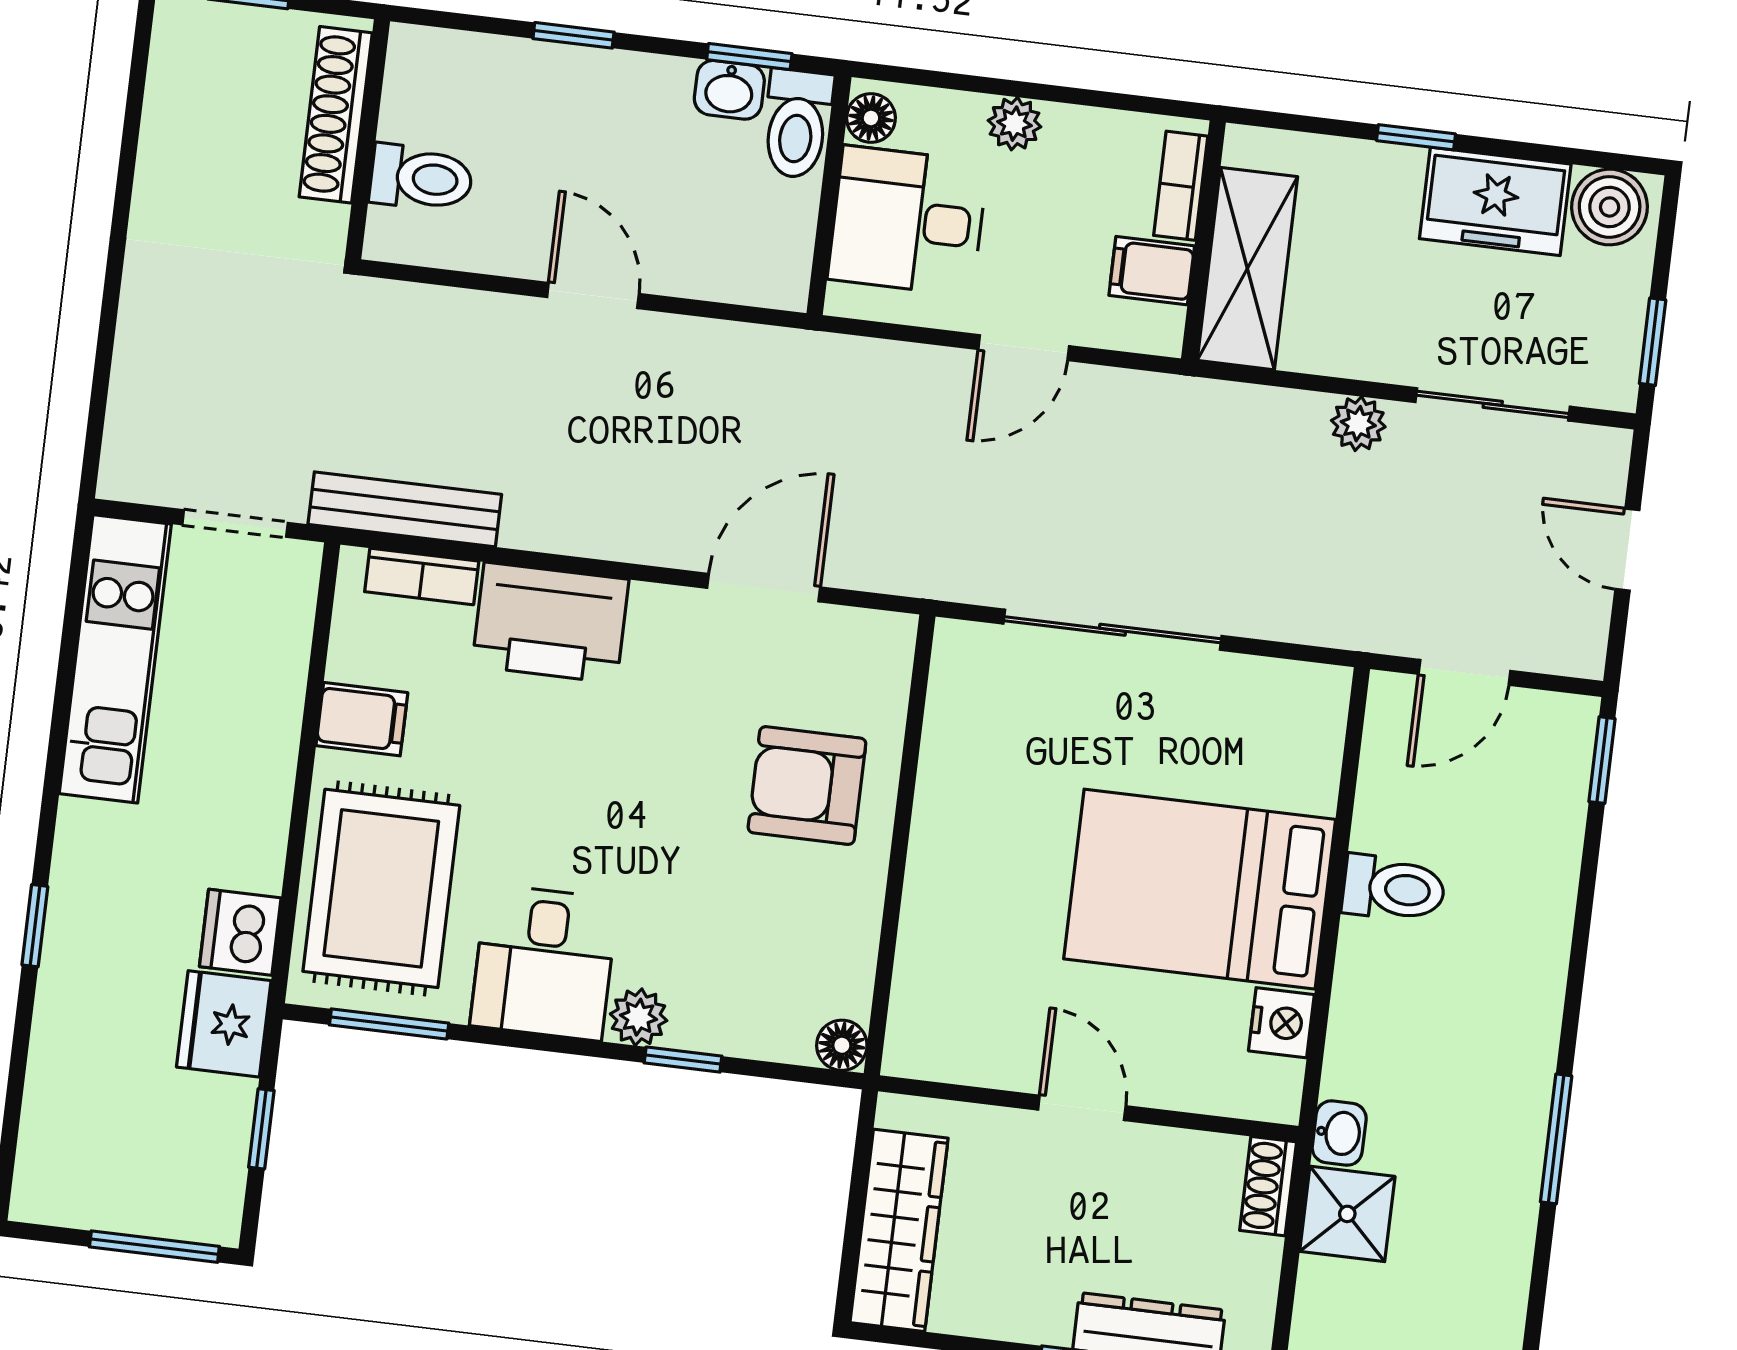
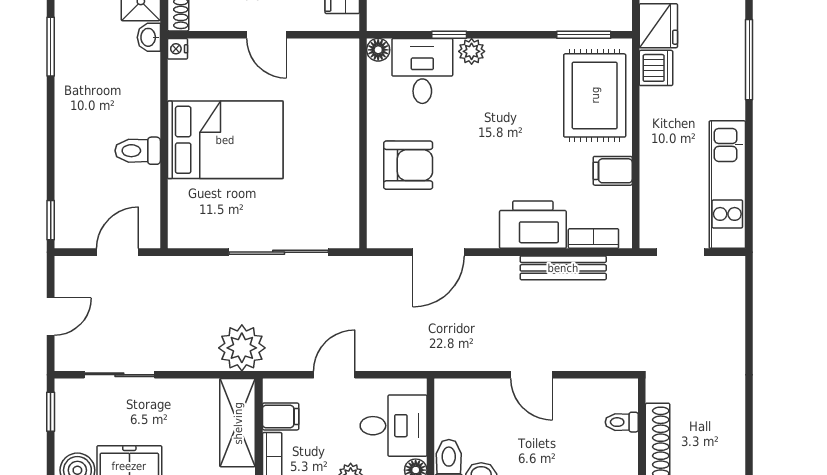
toilet: (421, 178) -> (622, 422), width x0.73, depth x0.72
plant: (1358, 424) -> (242, 348), moved, width x1.88, depth x1.88
bench: (405, 509) -> (563, 268), moved
door: (1627, 550) -> (51, 317), hinge flipped
window: (35, 926) -> (749, 60), width x2.17
desk: (544, 962) -> (422, 71), moved
nightstand: (1281, 1023) -> (177, 49), moved, width x0.72, depth x0.74

